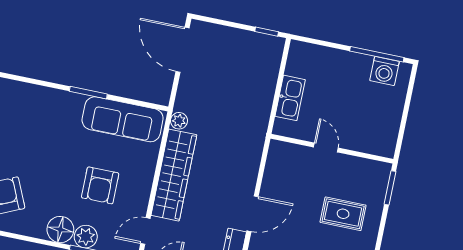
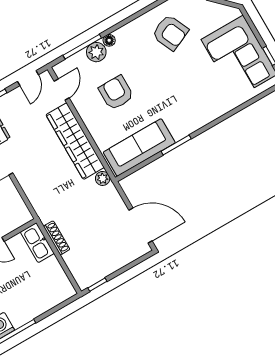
kitchen sink: (290, 98) -> (37, 243), moved
shoe rack: (266, 105) -> (57, 238), added
floor lamp: (60, 230) -> (109, 40), width x0.53, depth x0.53

